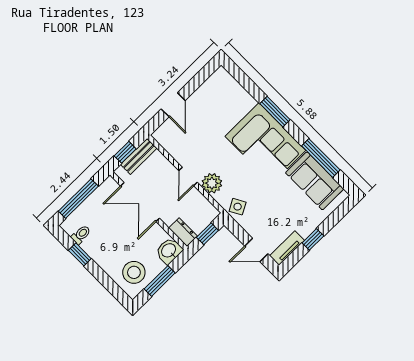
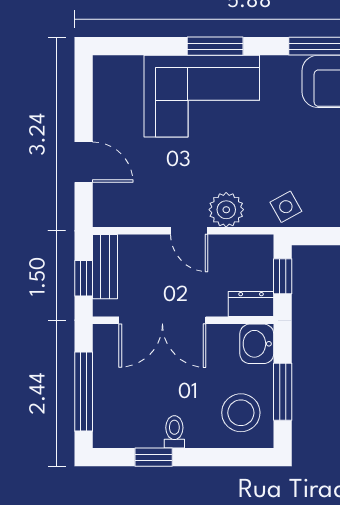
corner sofa: (265, 143) -> (202, 96), moved
toilet: (81, 235) -> (174, 432), moved

